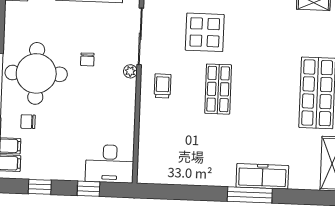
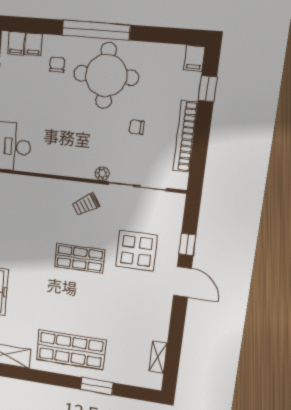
chair: (87, 59) -> (137, 127), moved
trolley: (163, 86) -> (86, 205), turned 147

